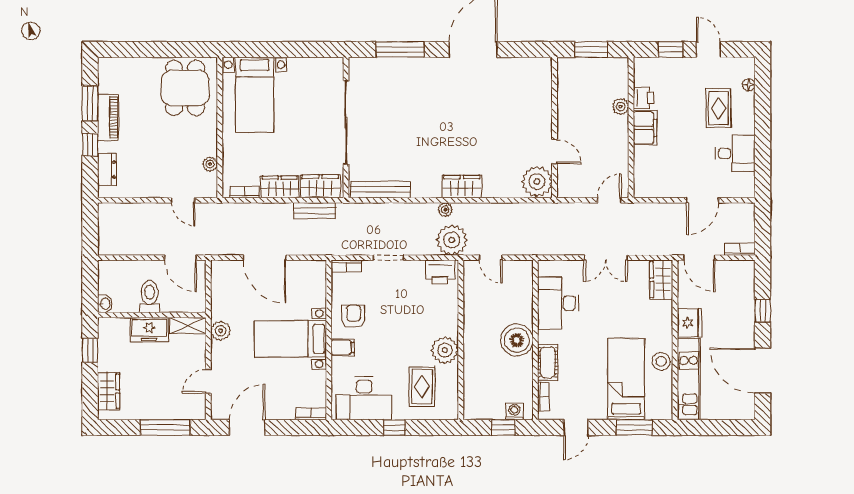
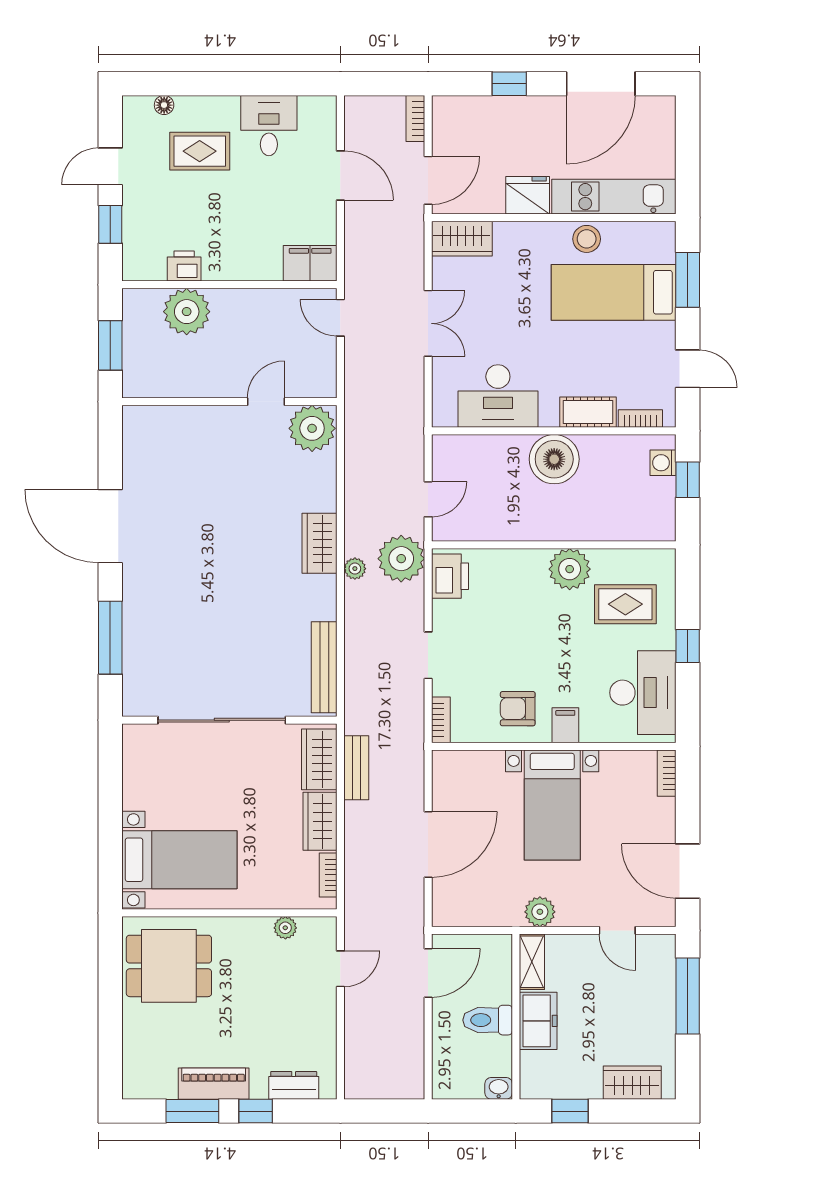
plant: (621, 107) -> (187, 312), width x1.87, depth x1.87
filing cabinet: (645, 128) -> (310, 263), moved

